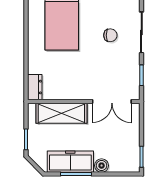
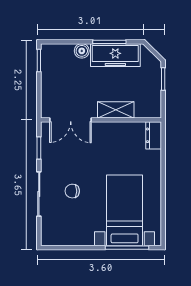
double door: (112, 101) -> (71, 120), swing flipped
shelving: (61, 113) -> (116, 110), width x0.67, depth x0.75

